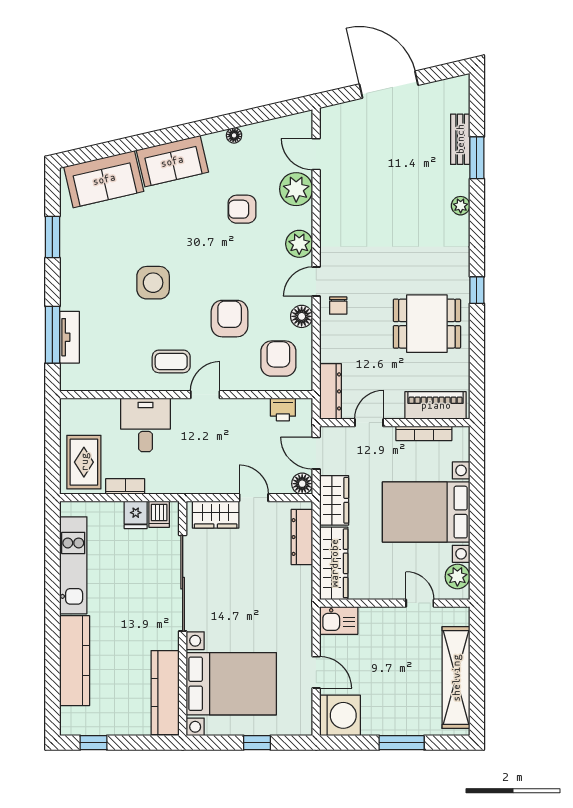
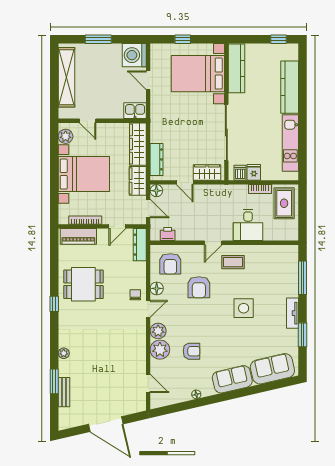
plant: (296, 189) -> (160, 350), moved
tv unit: (69, 337) -> (293, 313), moved

